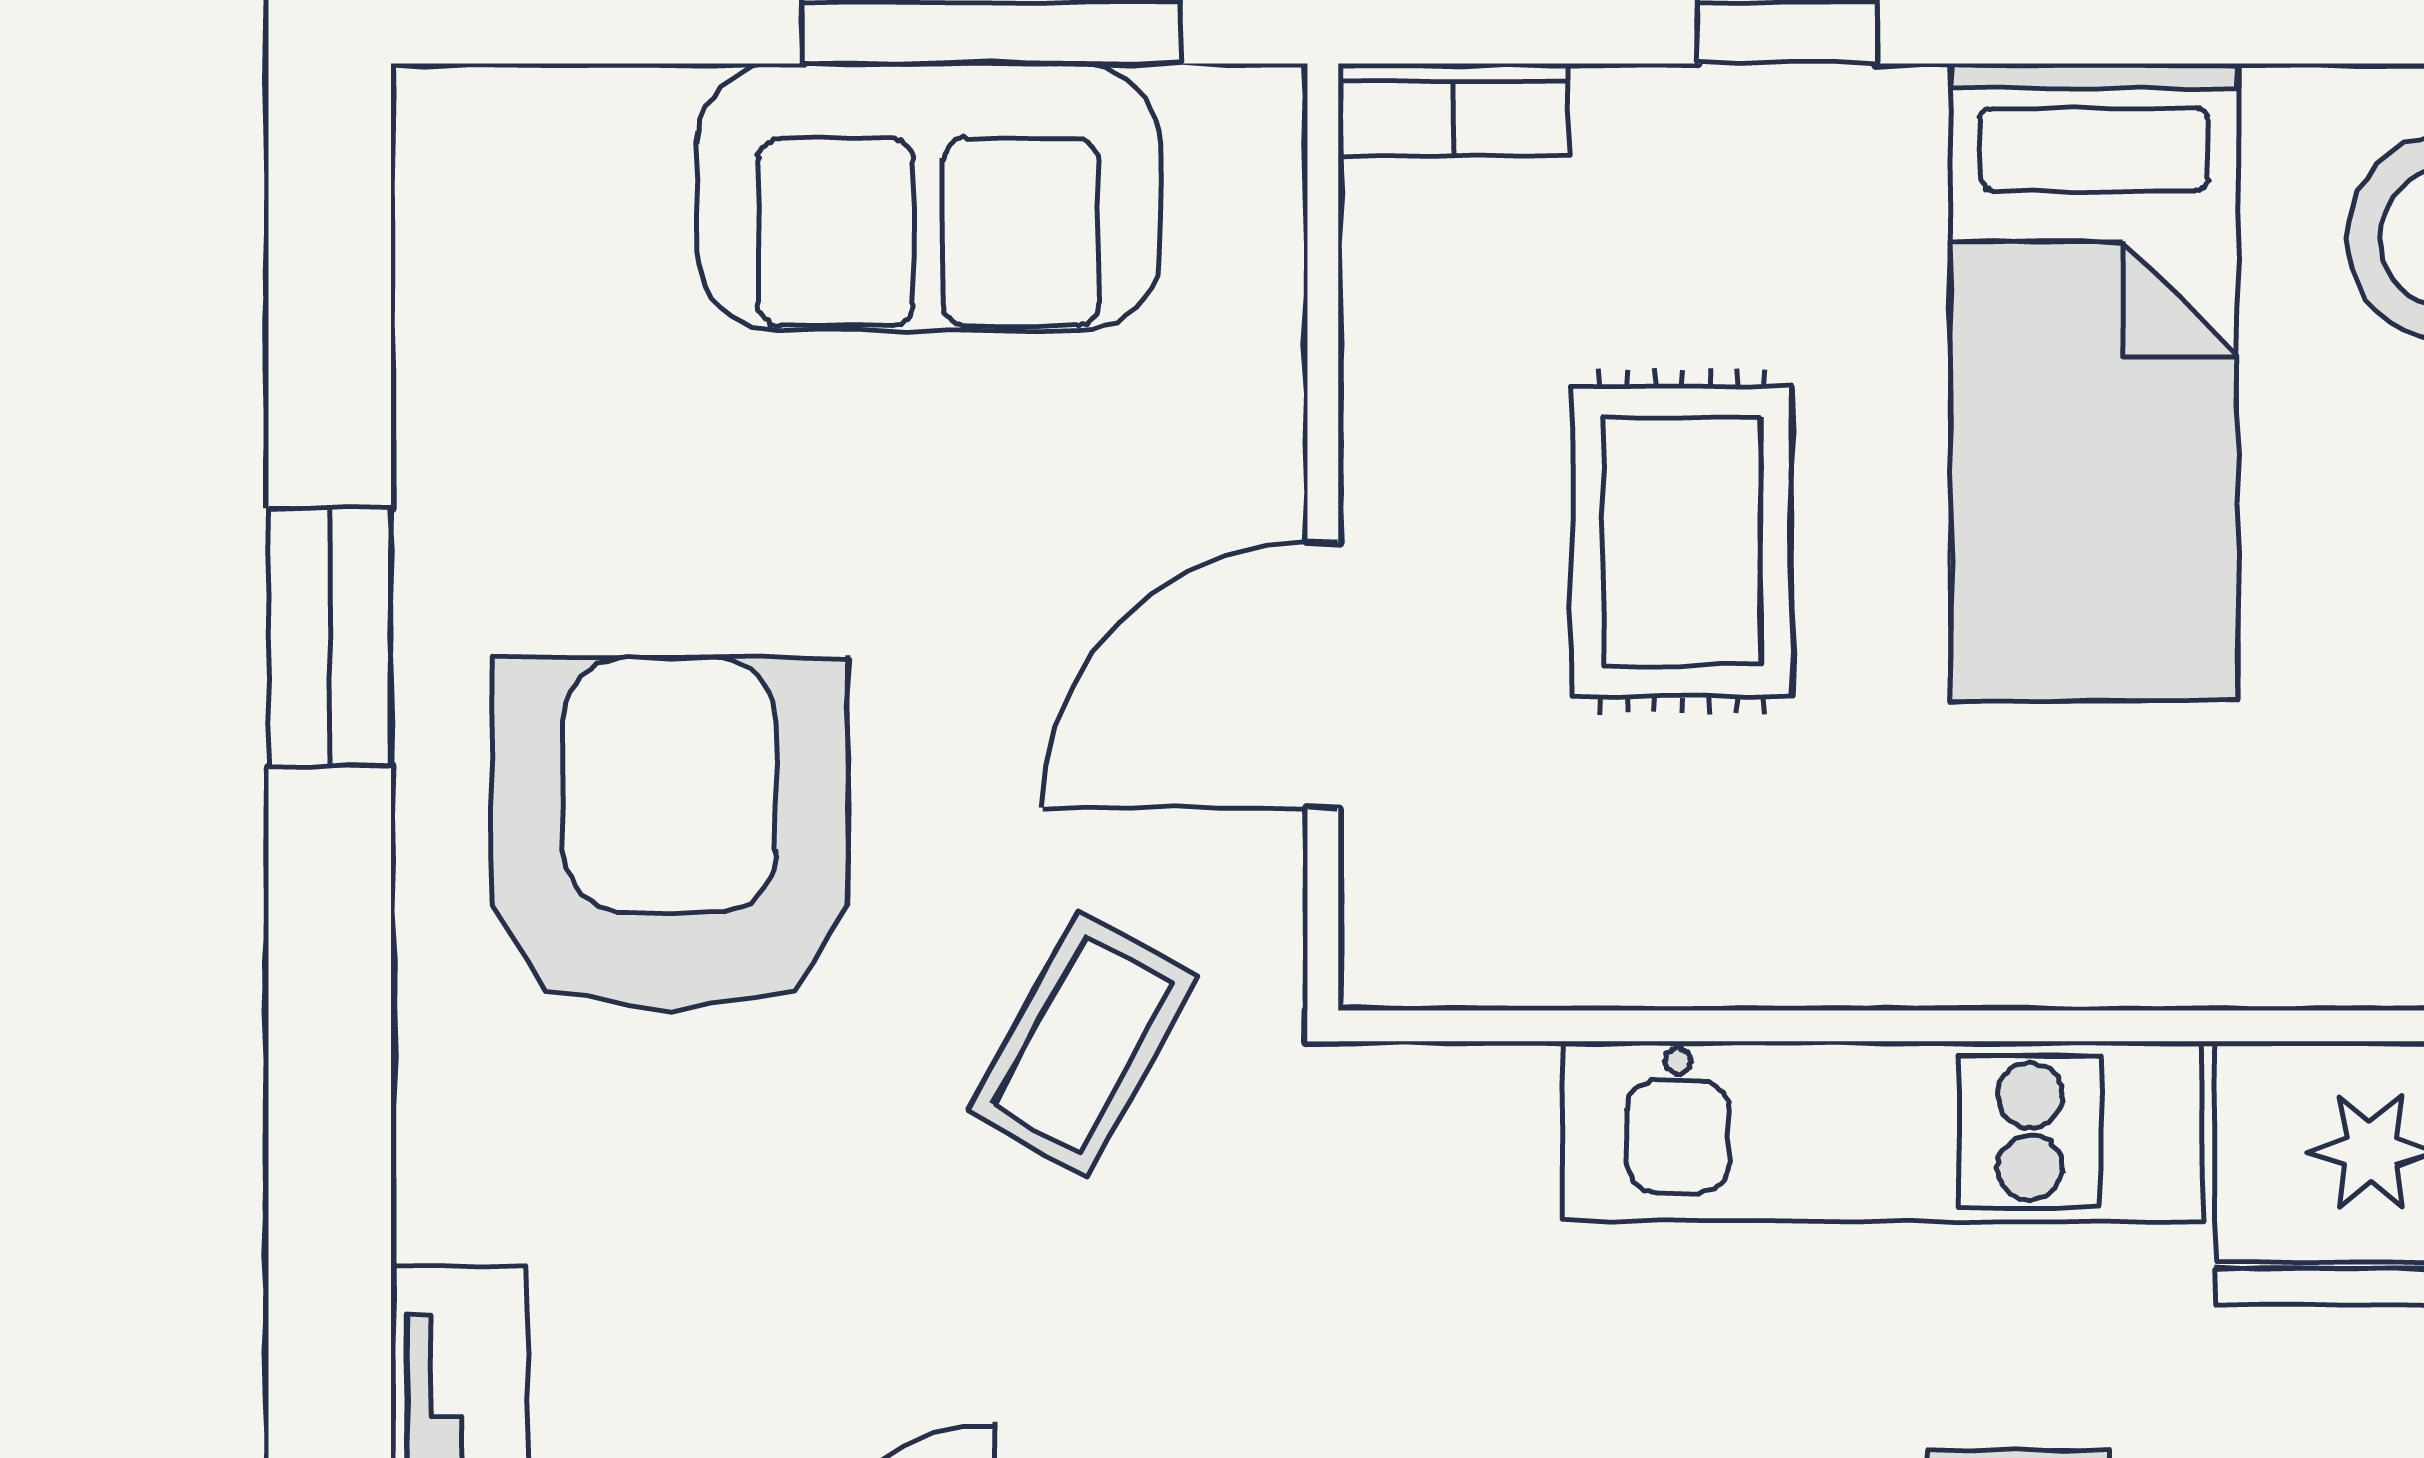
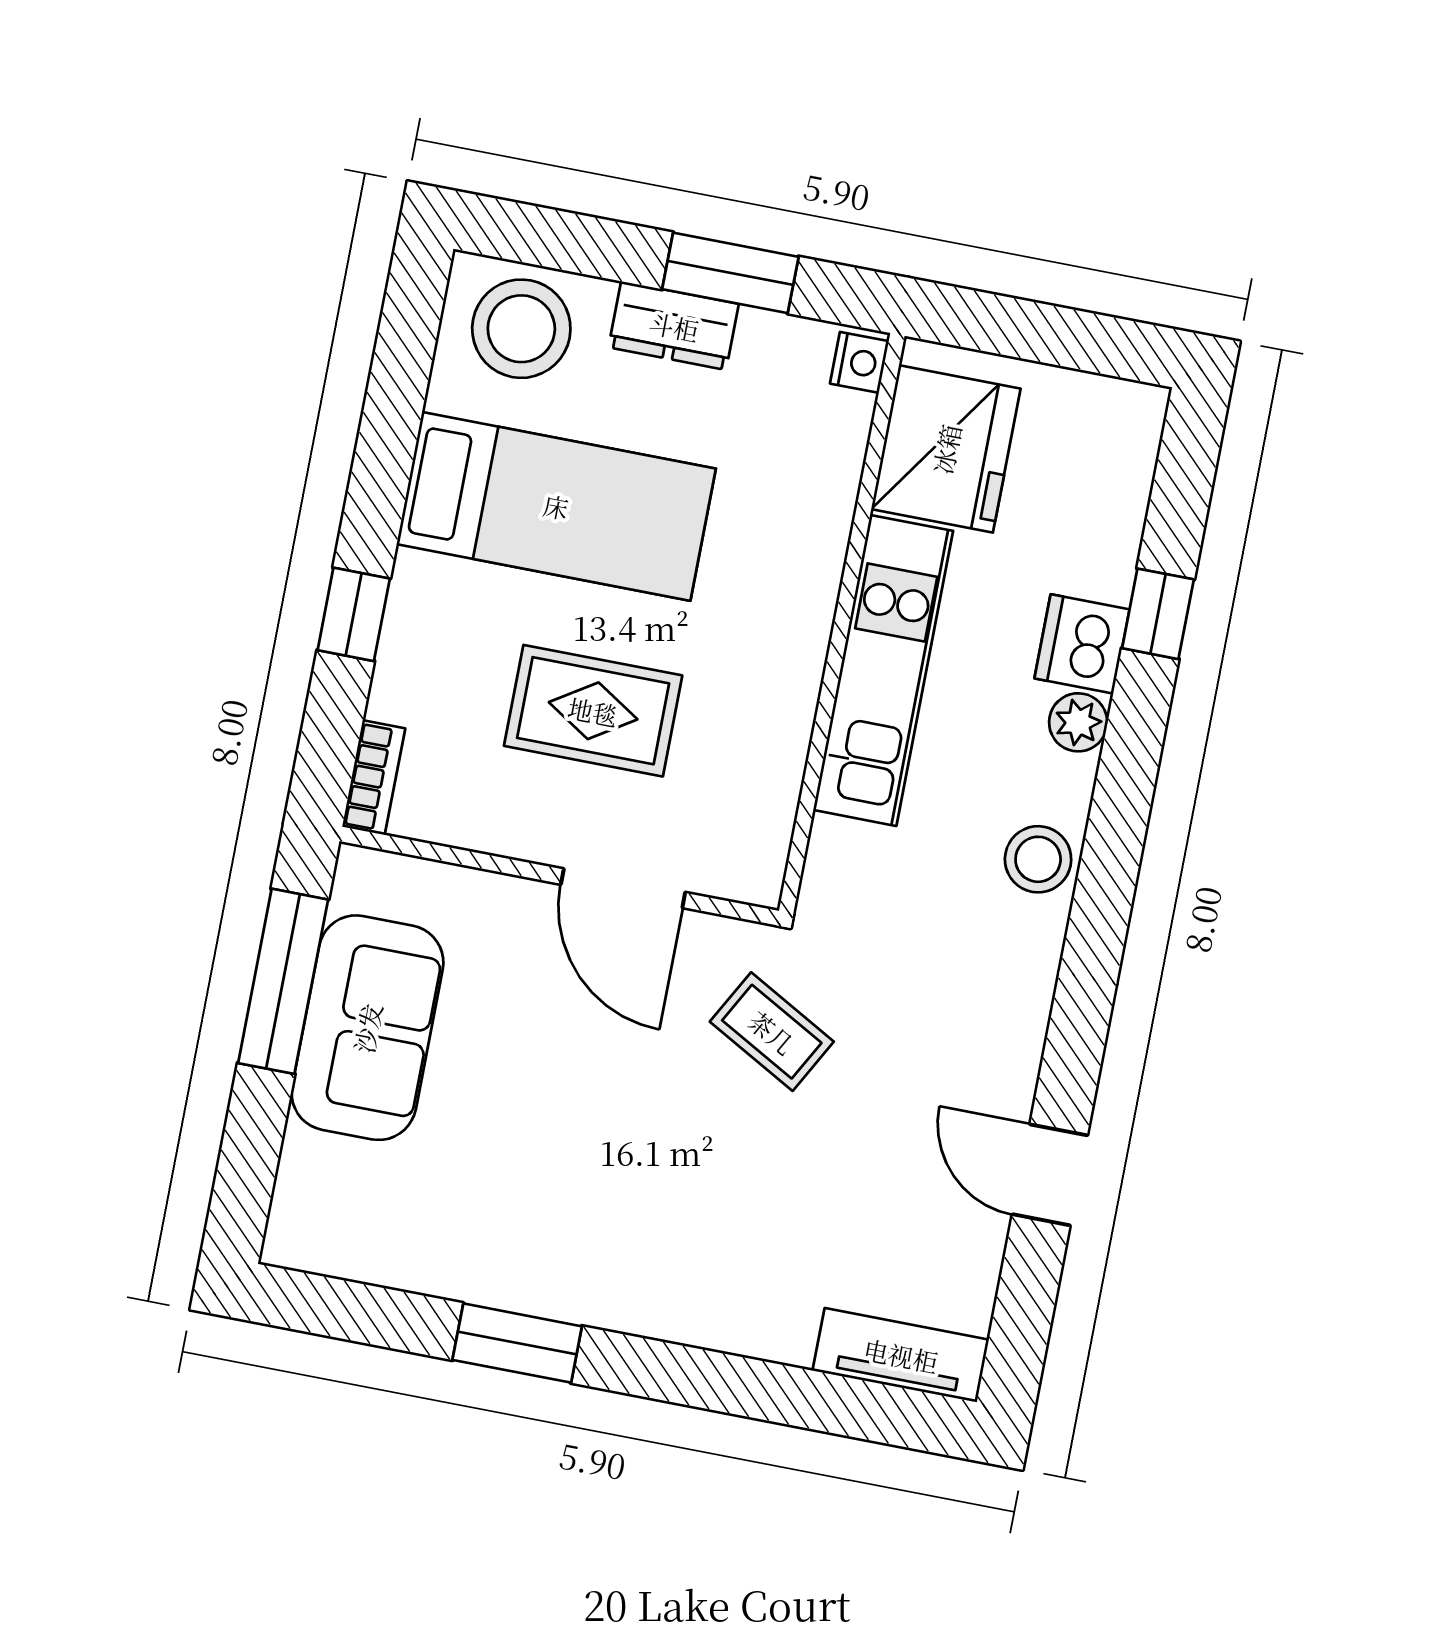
armchair: (670, 835) -> (639, 1204), removed

